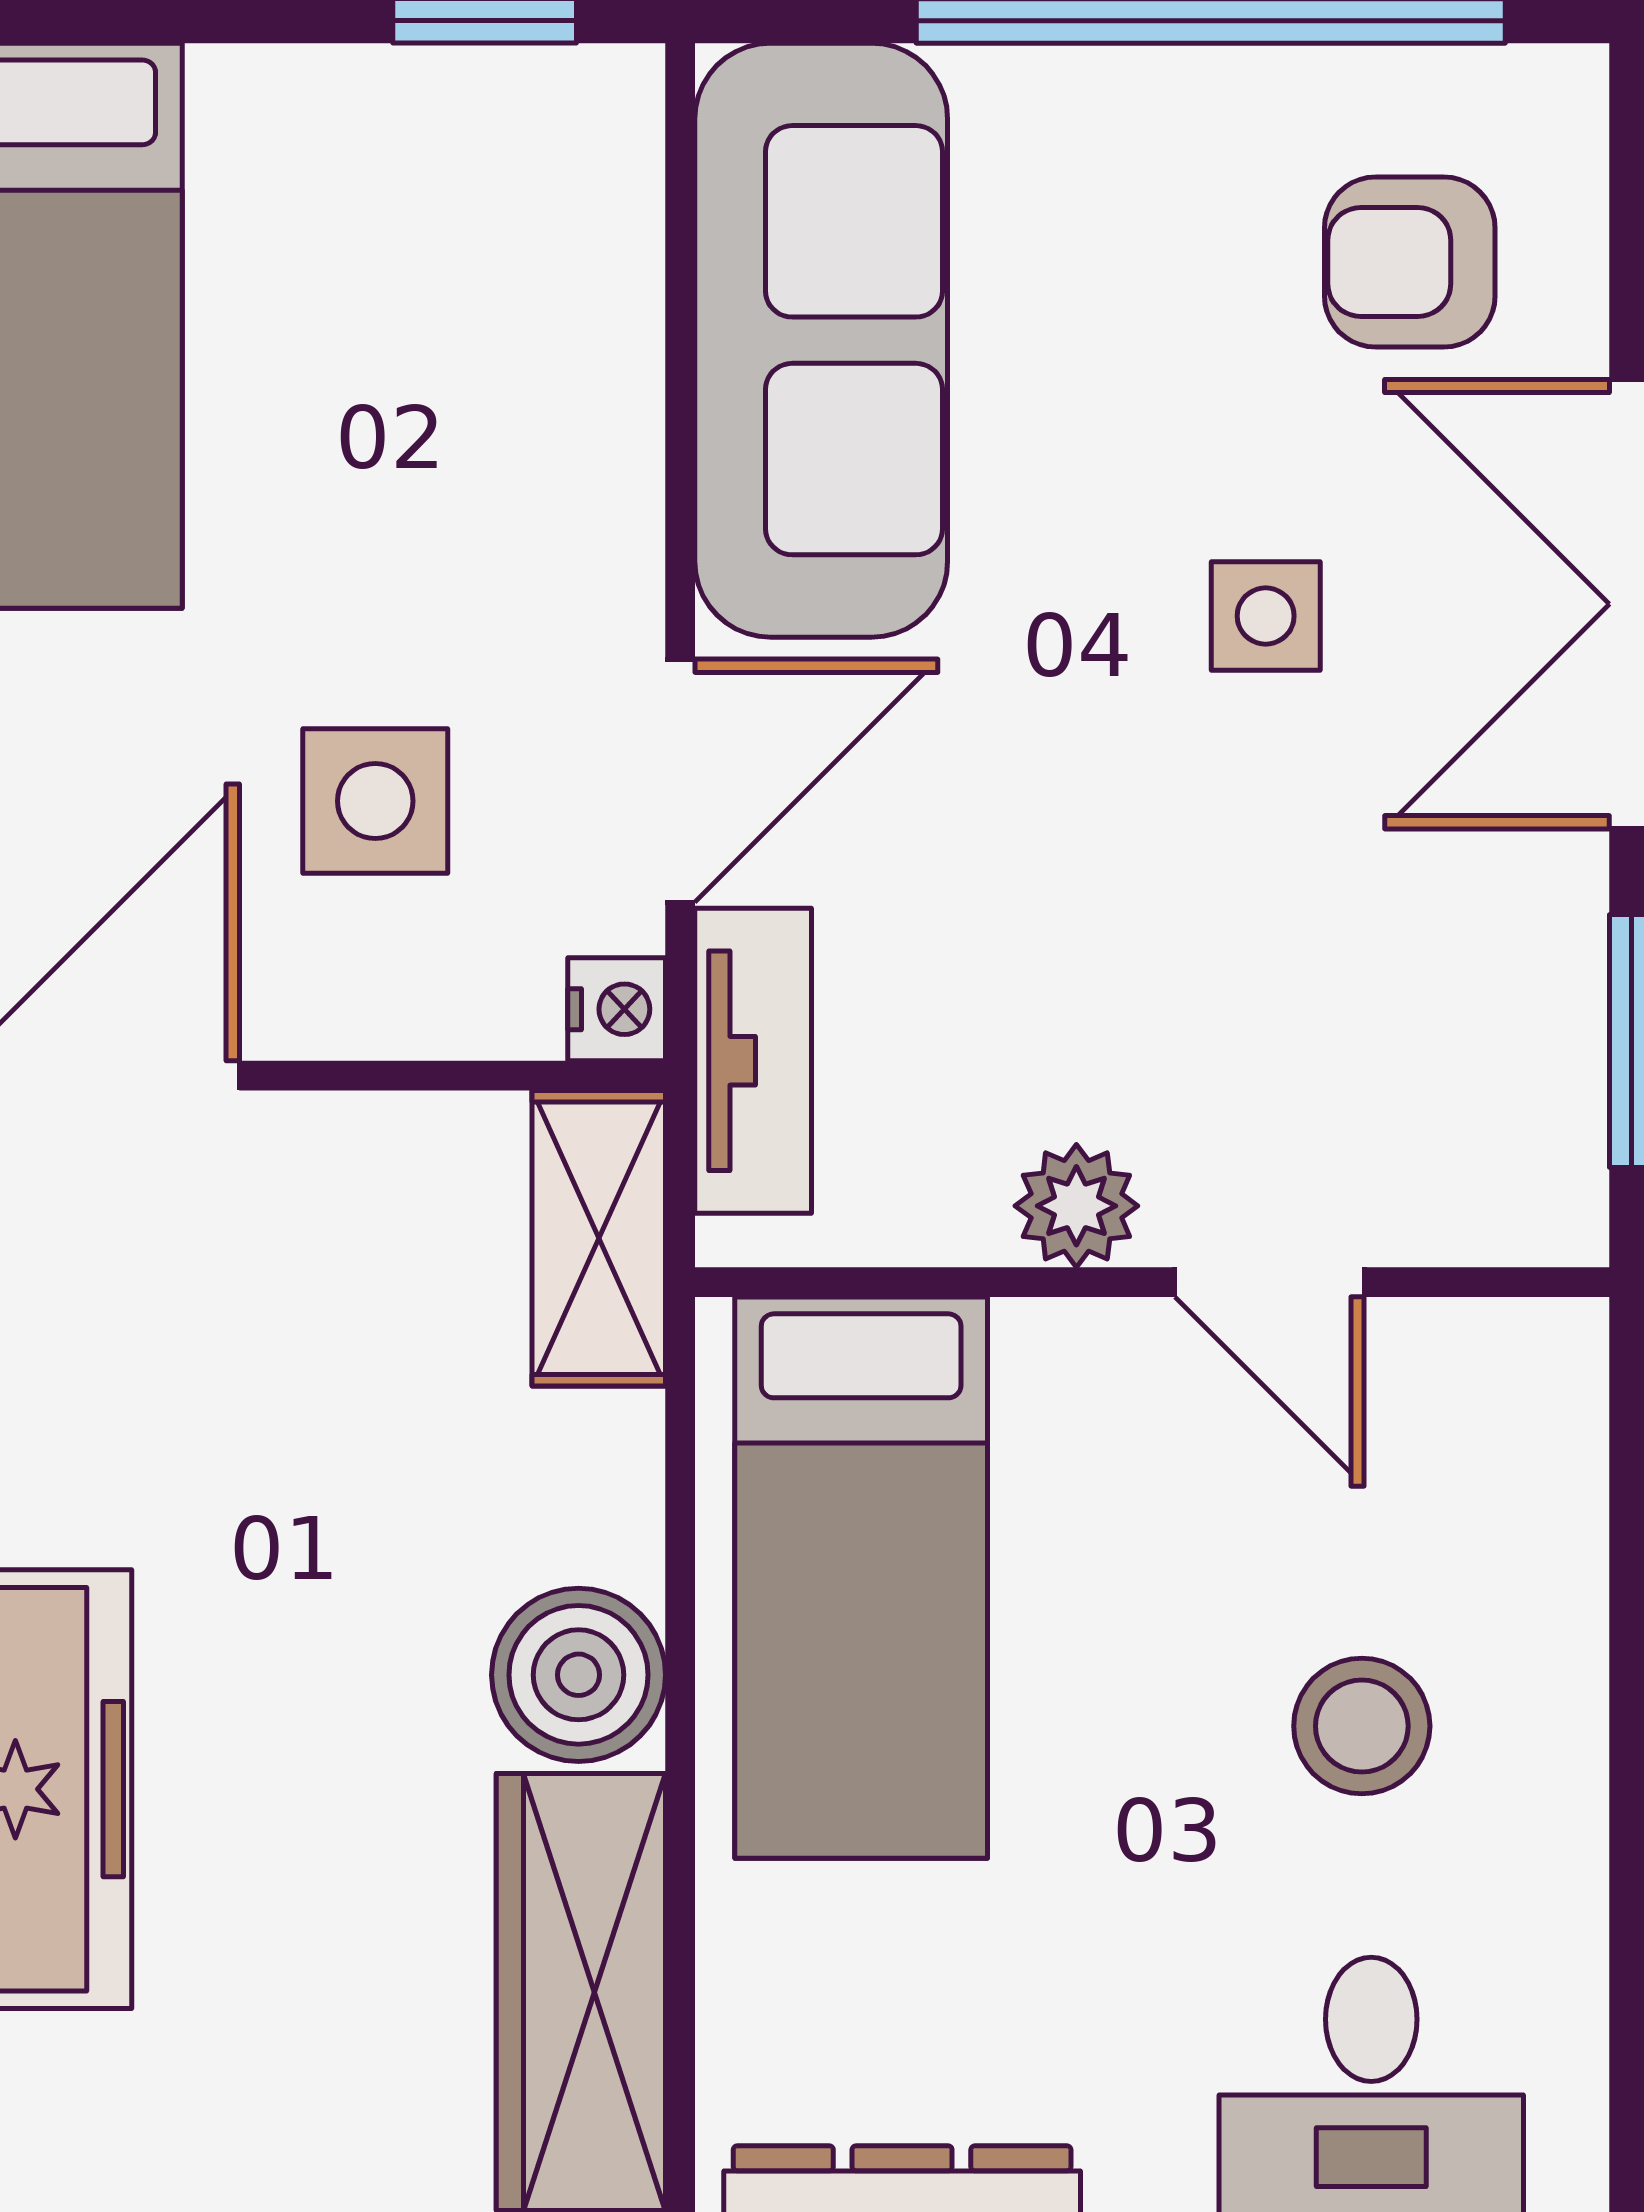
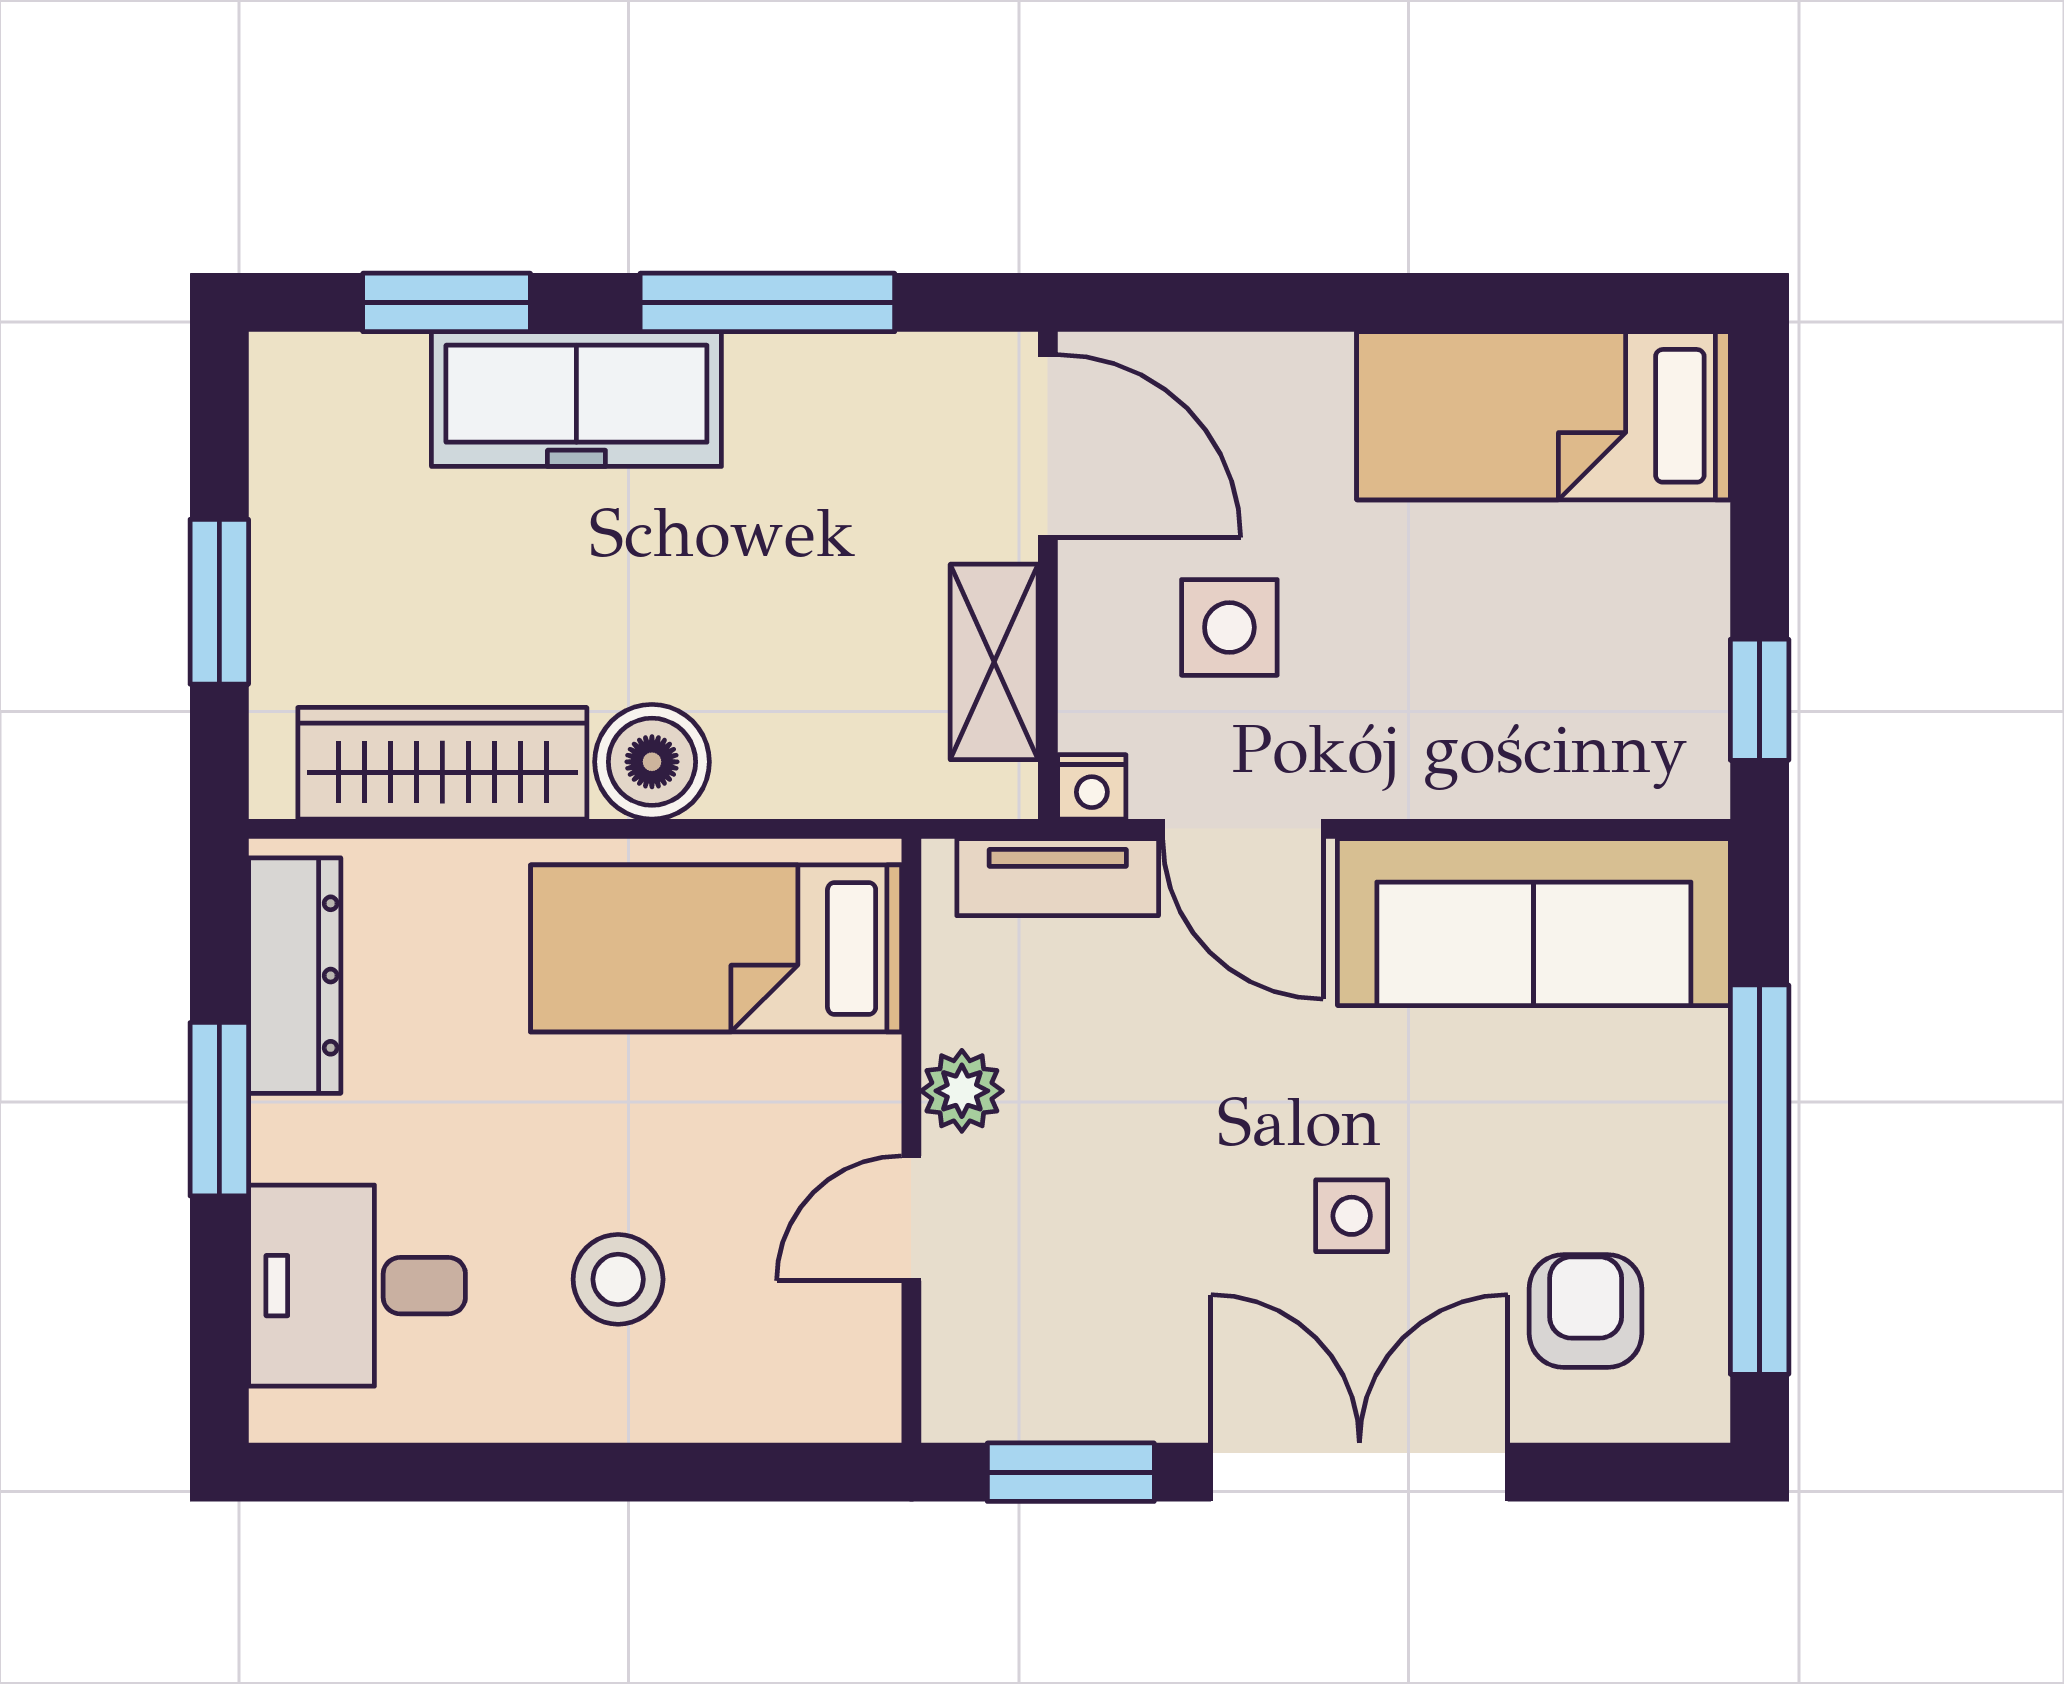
shelving: (599, 1238) -> (994, 662), moved, turned 90

